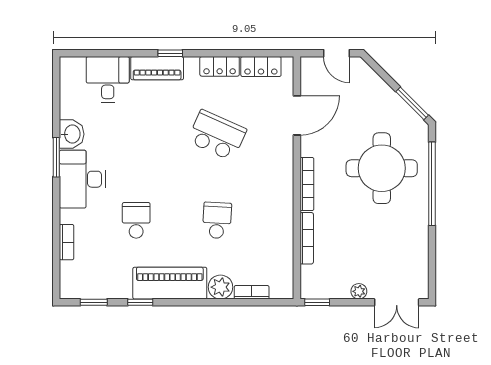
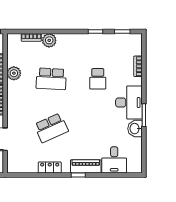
locker: (261, 67) -> (26, 167), removed
school desk: (217, 135) -> (51, 128), turned -48
school desk: (217, 220) -> (51, 79), width x1.85
plant: (282, 230) -> (14, 73), added
piano: (170, 283) -> (78, 43), removed

